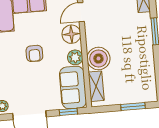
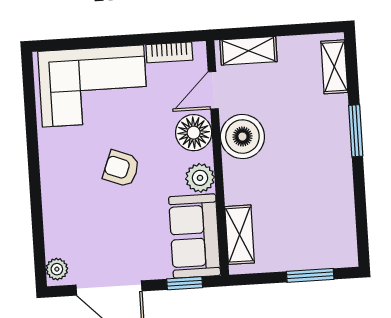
armchair: (34, 53) -> (121, 169), turned 111
boiler: (98, 58) -> (242, 137), moved

